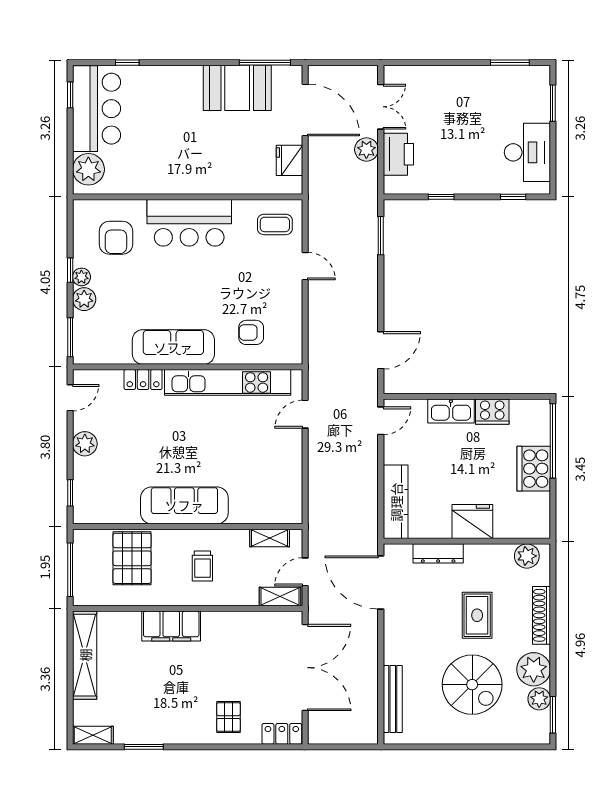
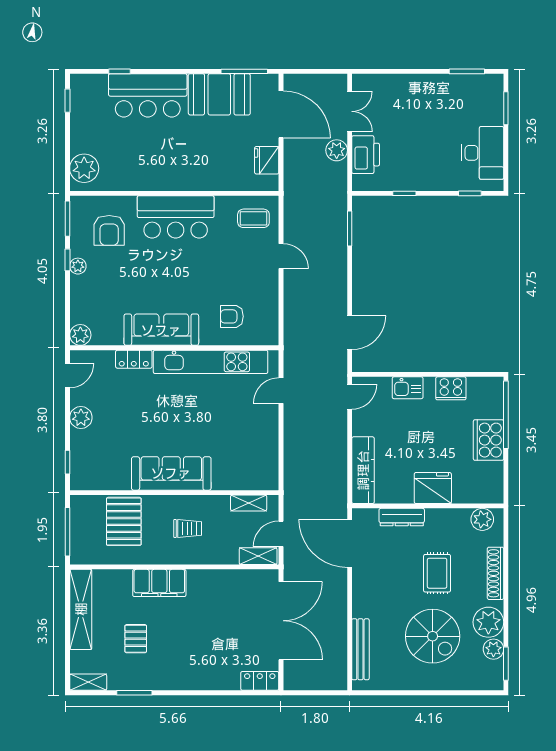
bar counter: (97, 109) -> (148, 95), moved, turned 90
plant: (84, 299) -> (80, 335), moved
window: (70, 337) -> (67, 219), moved
kitchen sink: (451, 411) -> (408, 388), width x0.73
trolley: (202, 566) -> (188, 528), turned -90
pallet: (228, 717) -> (136, 639), moved

